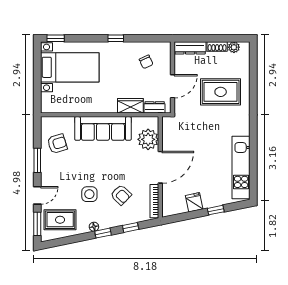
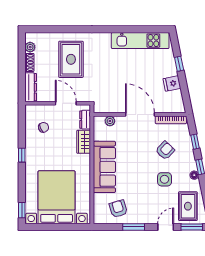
bed with nightstands: (70, 67) -> (57, 197), width x1.36
plant: (148, 139) -> (110, 121), width x0.53, depth x0.53
door: (37, 195) -> (166, 227), hinge flipped

